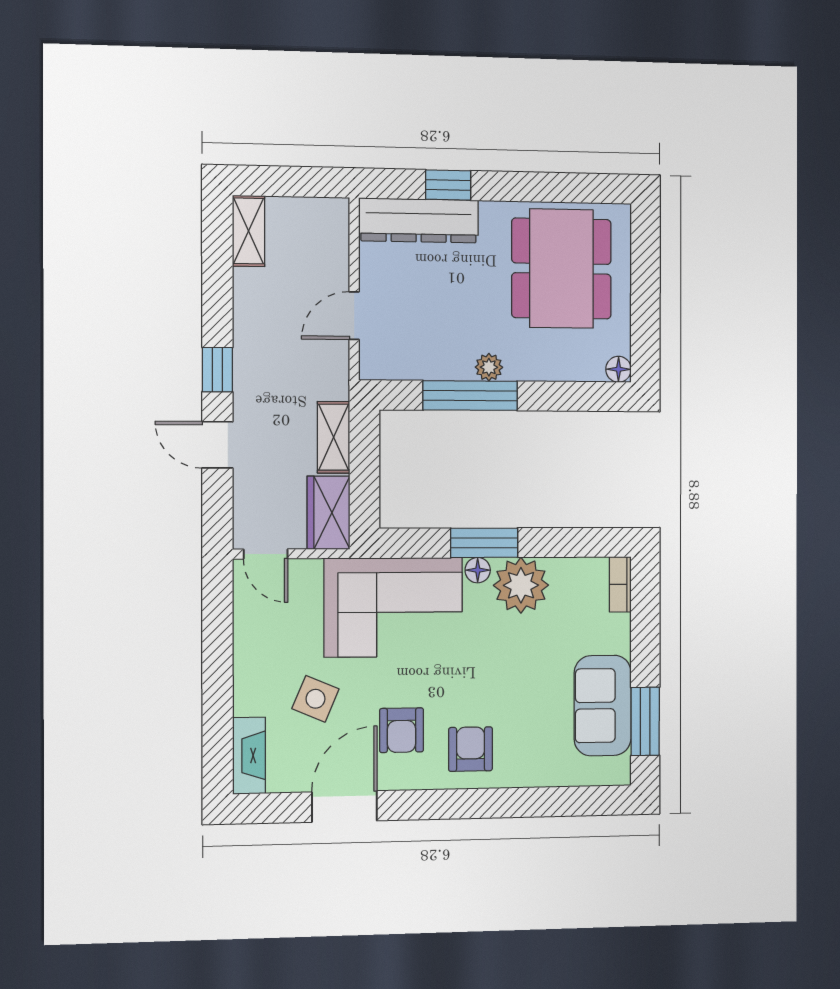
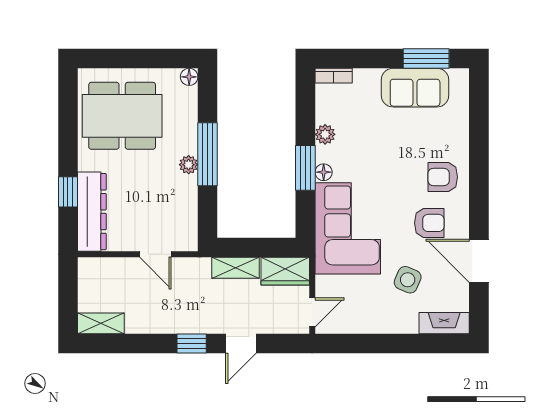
window: (470, 396) -> (208, 154), moved
plant: (521, 585) -> (325, 134), width x0.53, depth x0.53

